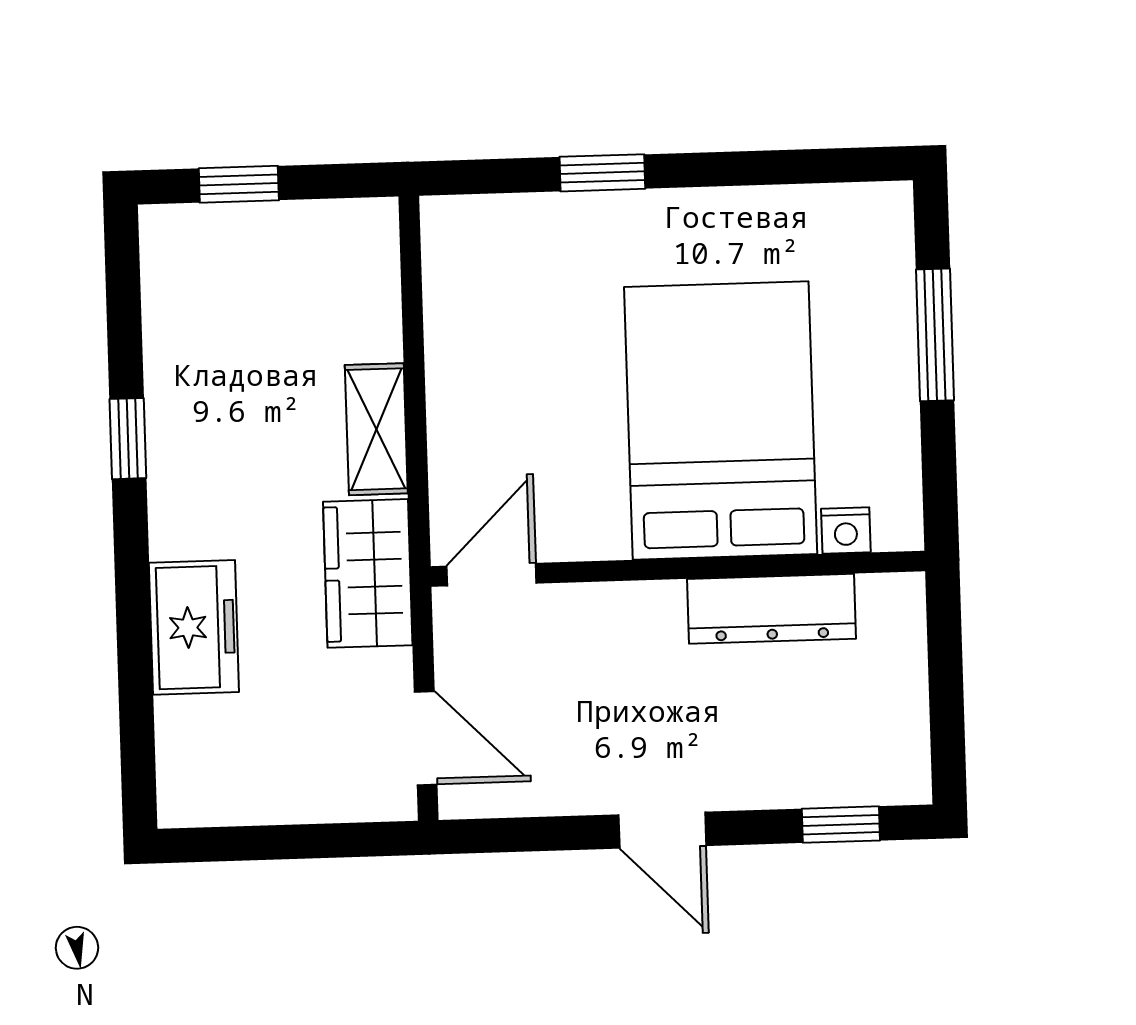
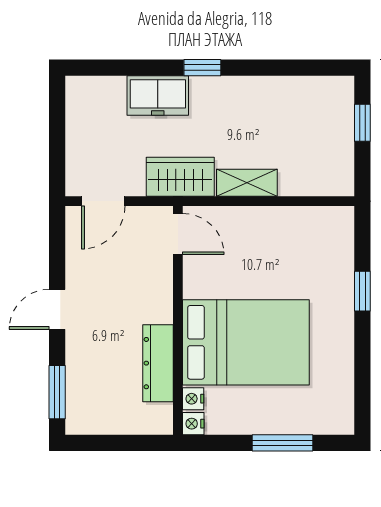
window: (128, 439) -> (202, 68), moved
nightstand: (900, 529) -> (193, 424), added
window: (841, 825) -> (57, 392), width x1.50

